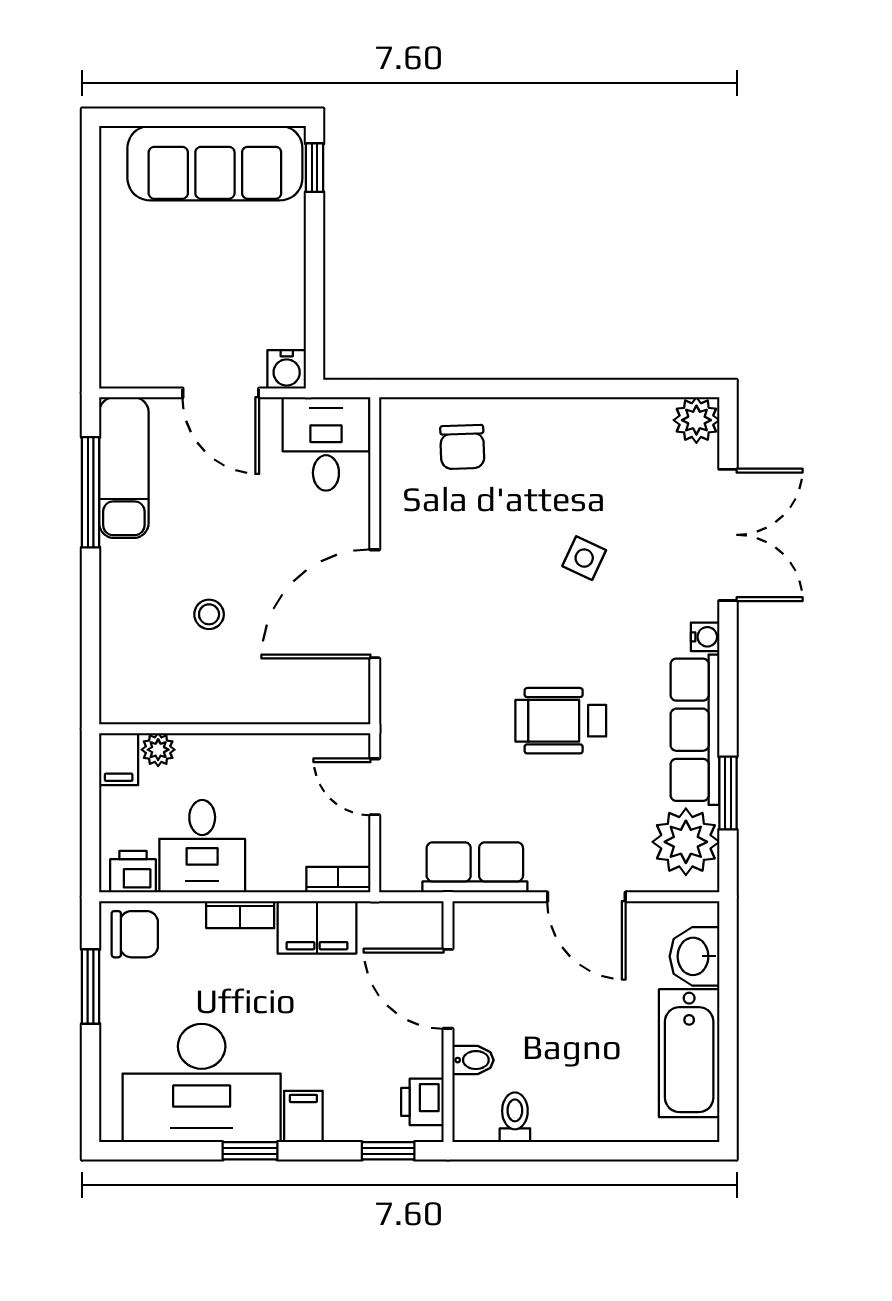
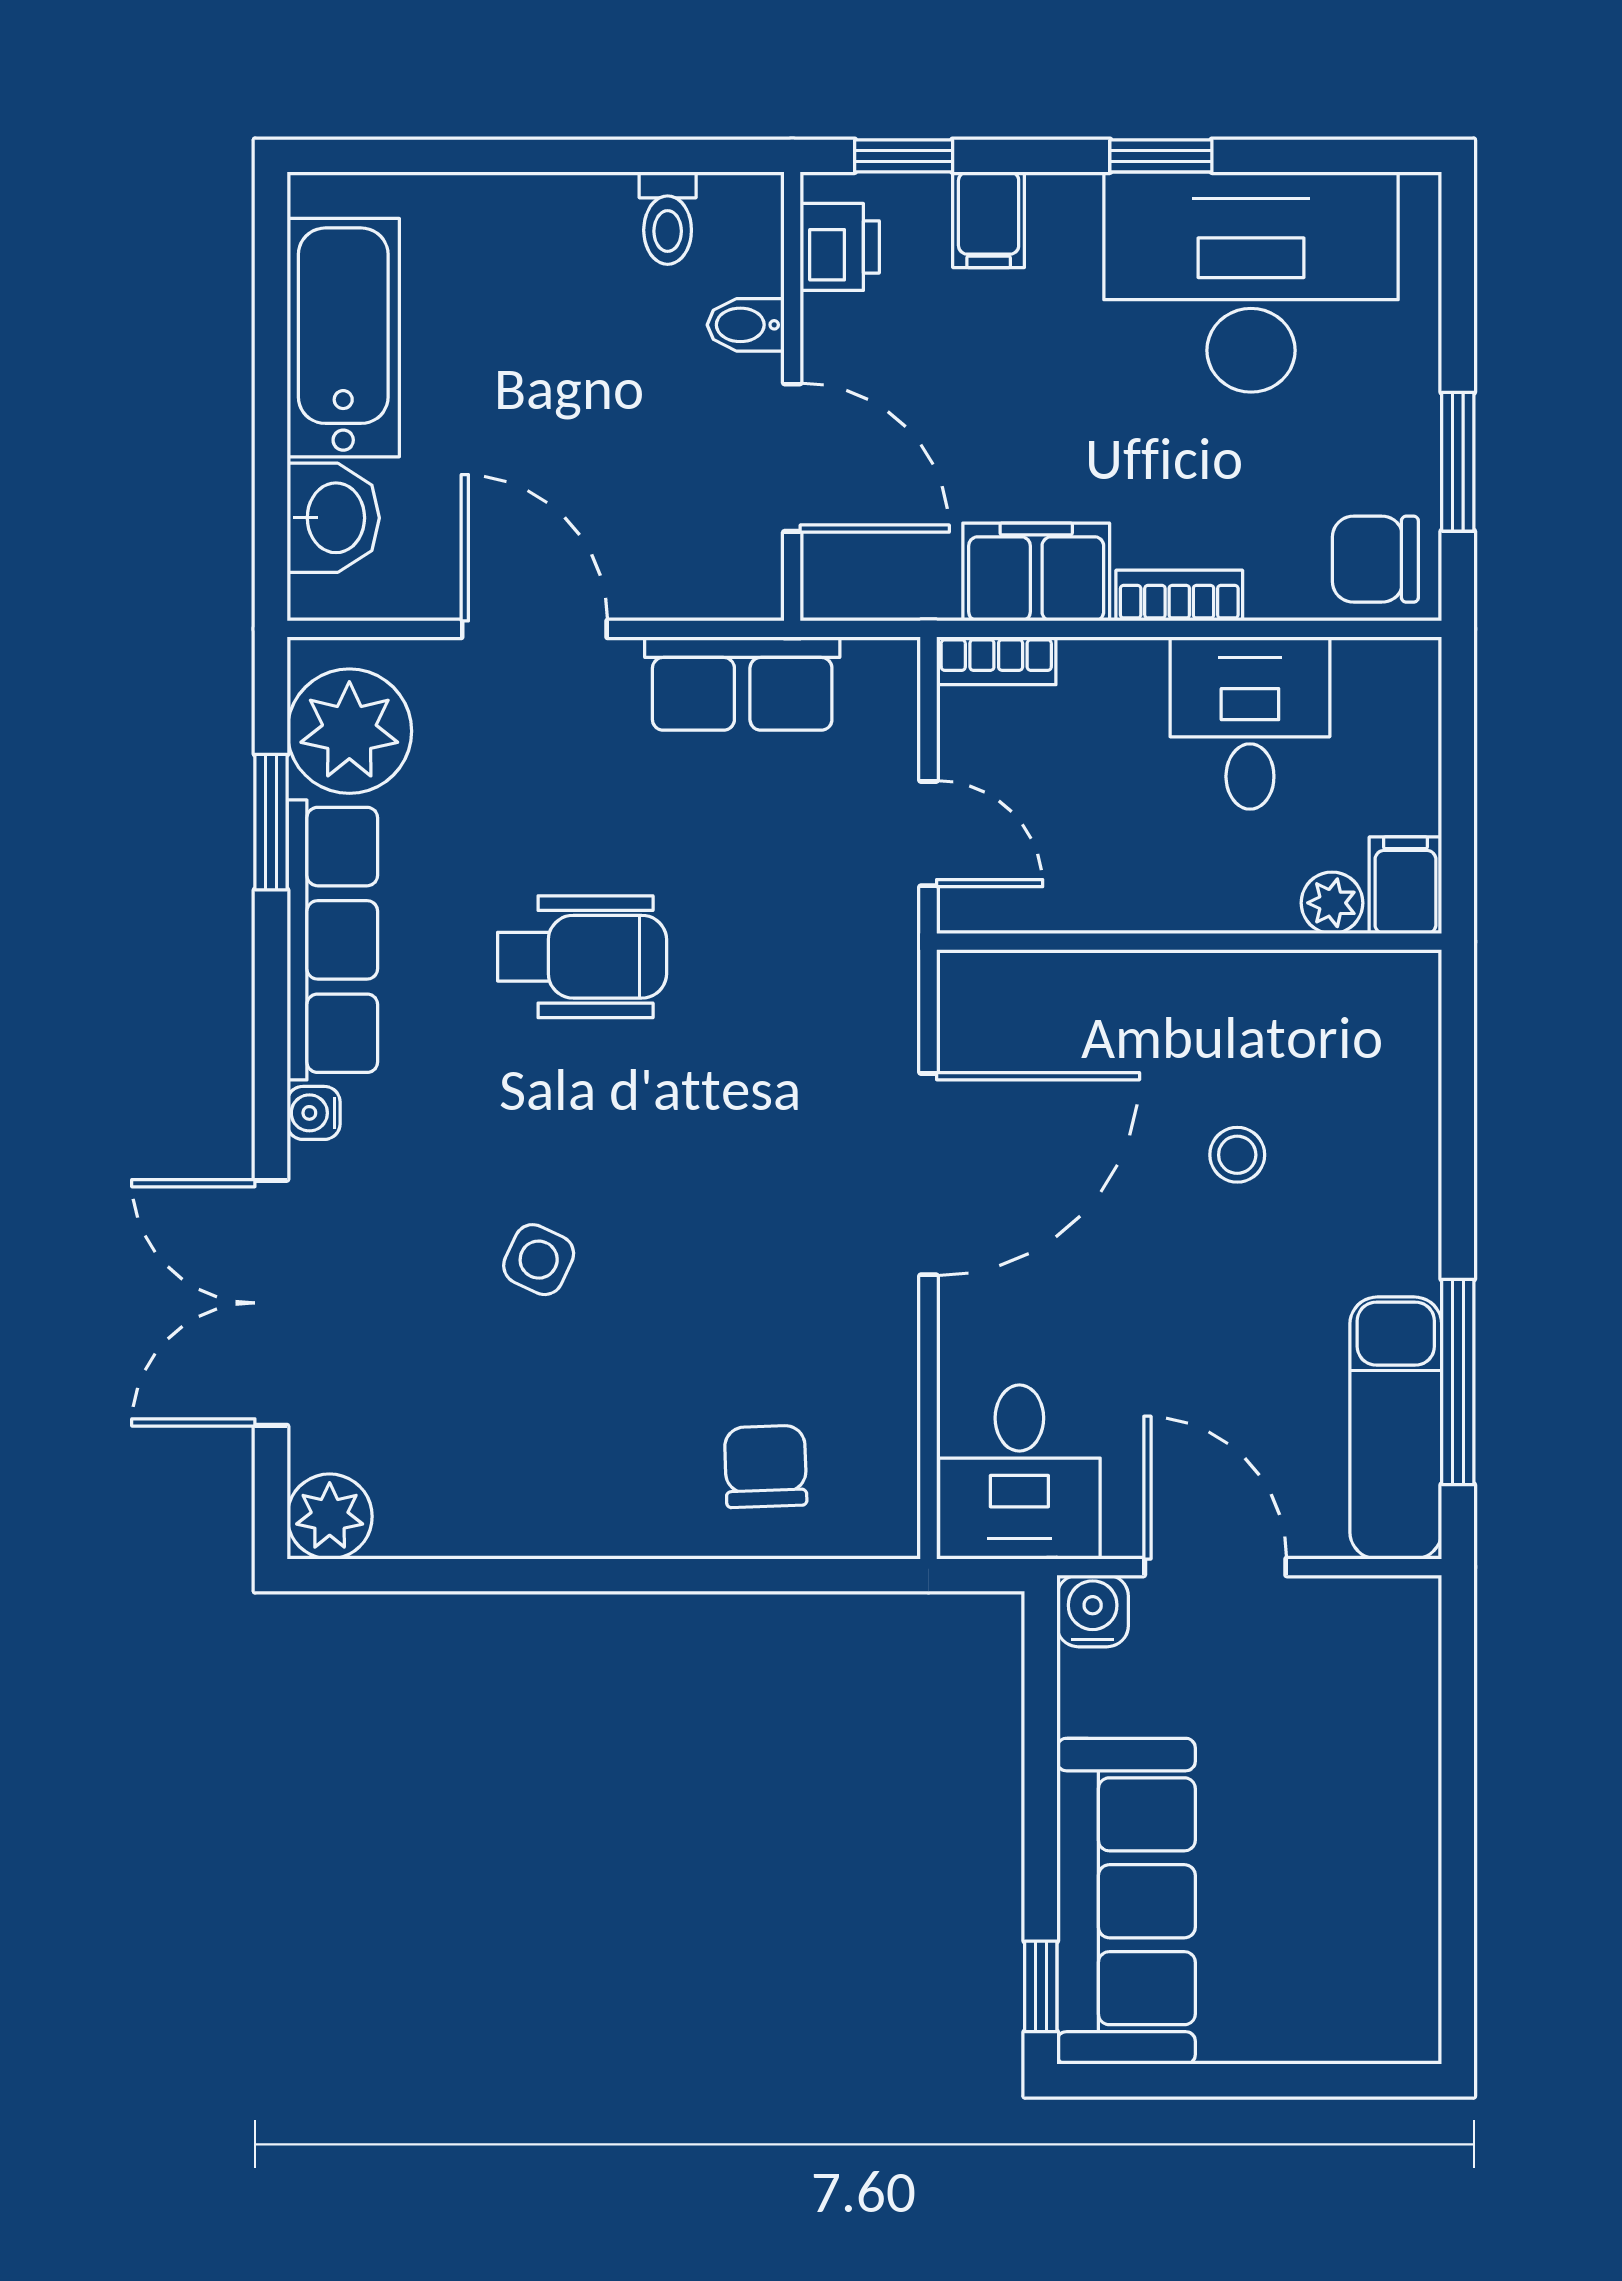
sofa: (215, 163) -> (1126, 1901), moved, turned 90
printer: (133, 872) -> (1379, 676), removed
filing cabinet: (303, 1116) -> (989, 220), moved

